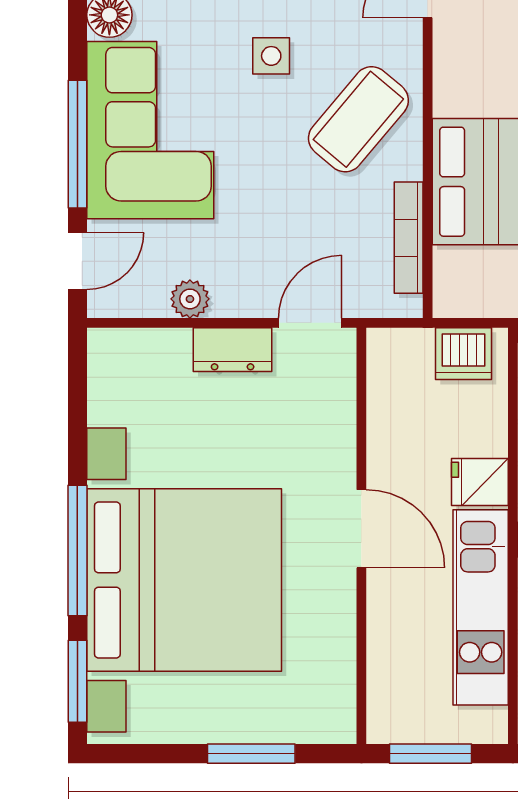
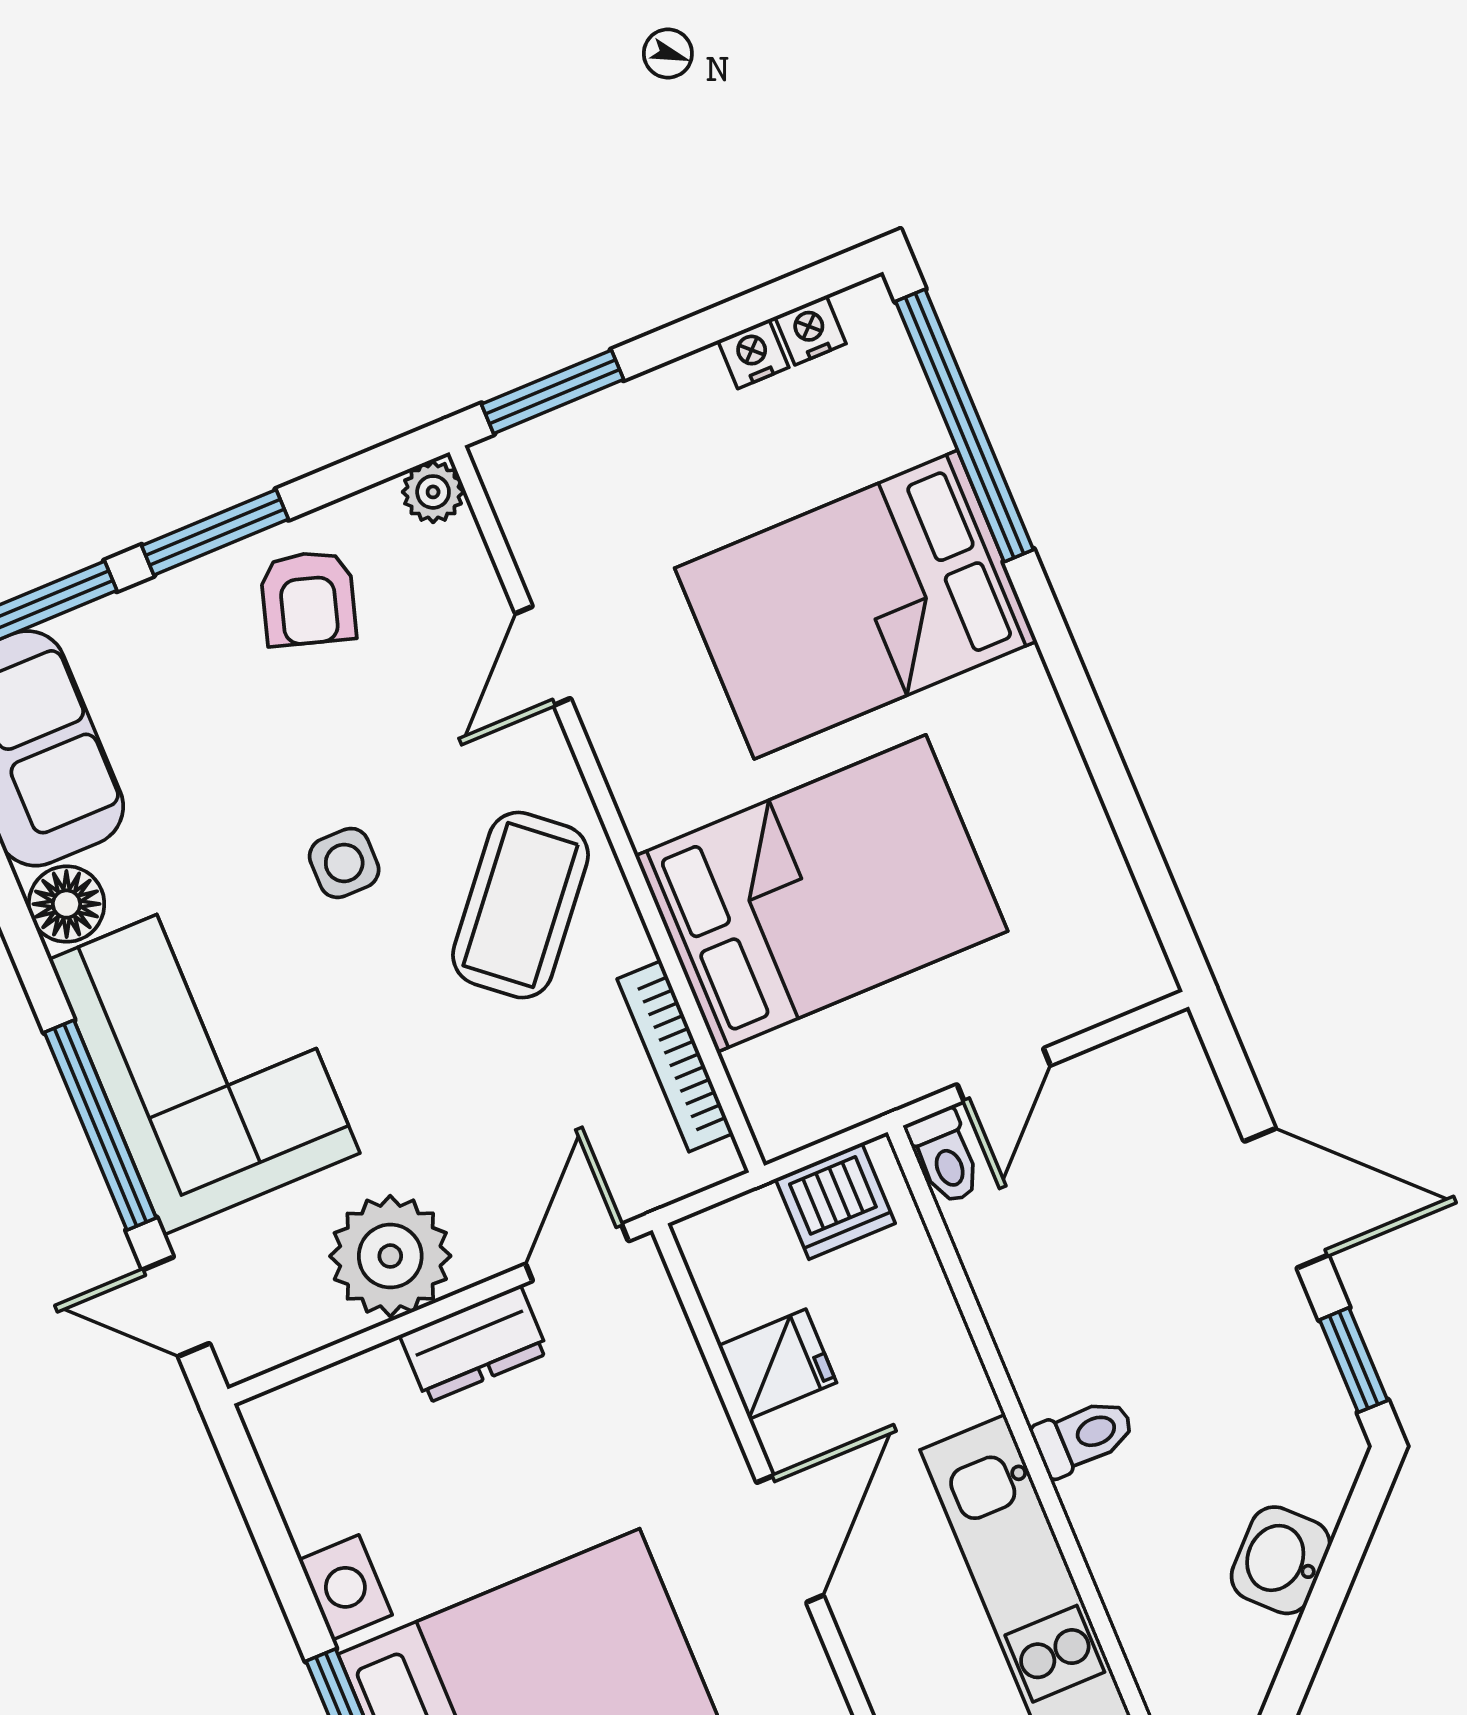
door: (77, 261) -> (176, 1307), swing flipped
plant: (190, 299) -> (390, 1256), width x1.87, depth x1.87
fridge: (480, 482) -> (777, 1364), moved, turned 180
door: (361, 529) -> (790, 1539), hinge flipped

